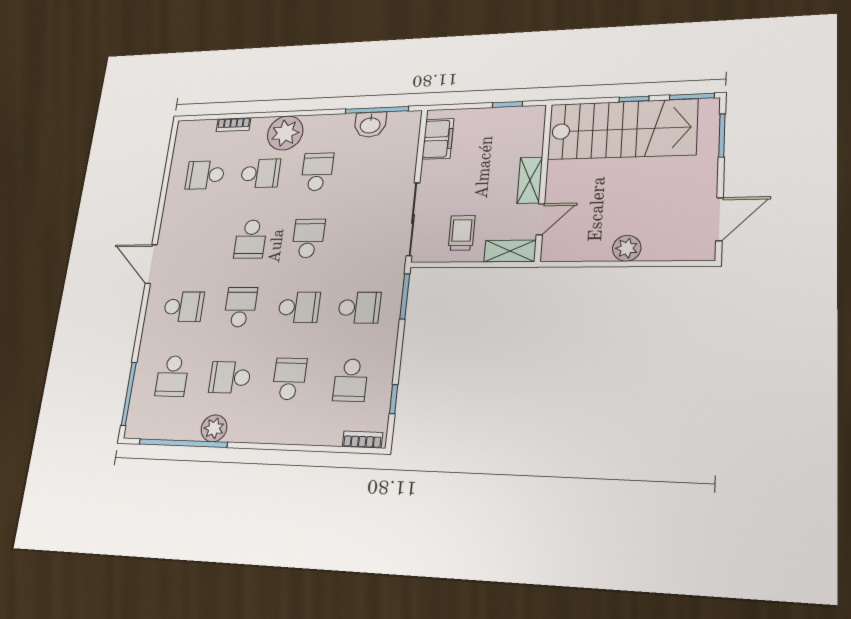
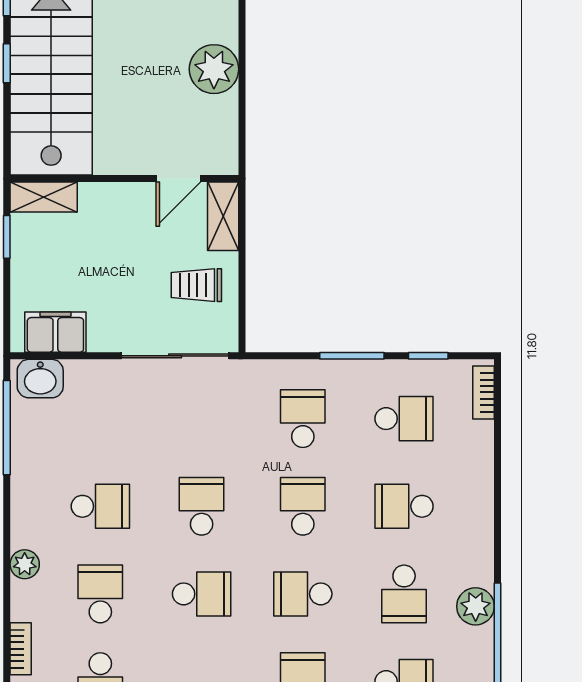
washbasin: (370, 125) -> (40, 379), moved, turned 90
plant: (285, 133) -> (25, 564), width x0.53, depth x0.53
school desk: (317, 172) -> (100, 506), turned 180
shelving: (530, 180) -> (44, 197), moved
door: (540, 219) -> (178, 179), swing flipped
school desk: (308, 238) -> (202, 506), turned 90
plant: (627, 248) -> (214, 69), width x1.36, depth x1.36
window: (405, 296) -> (352, 356), moved

